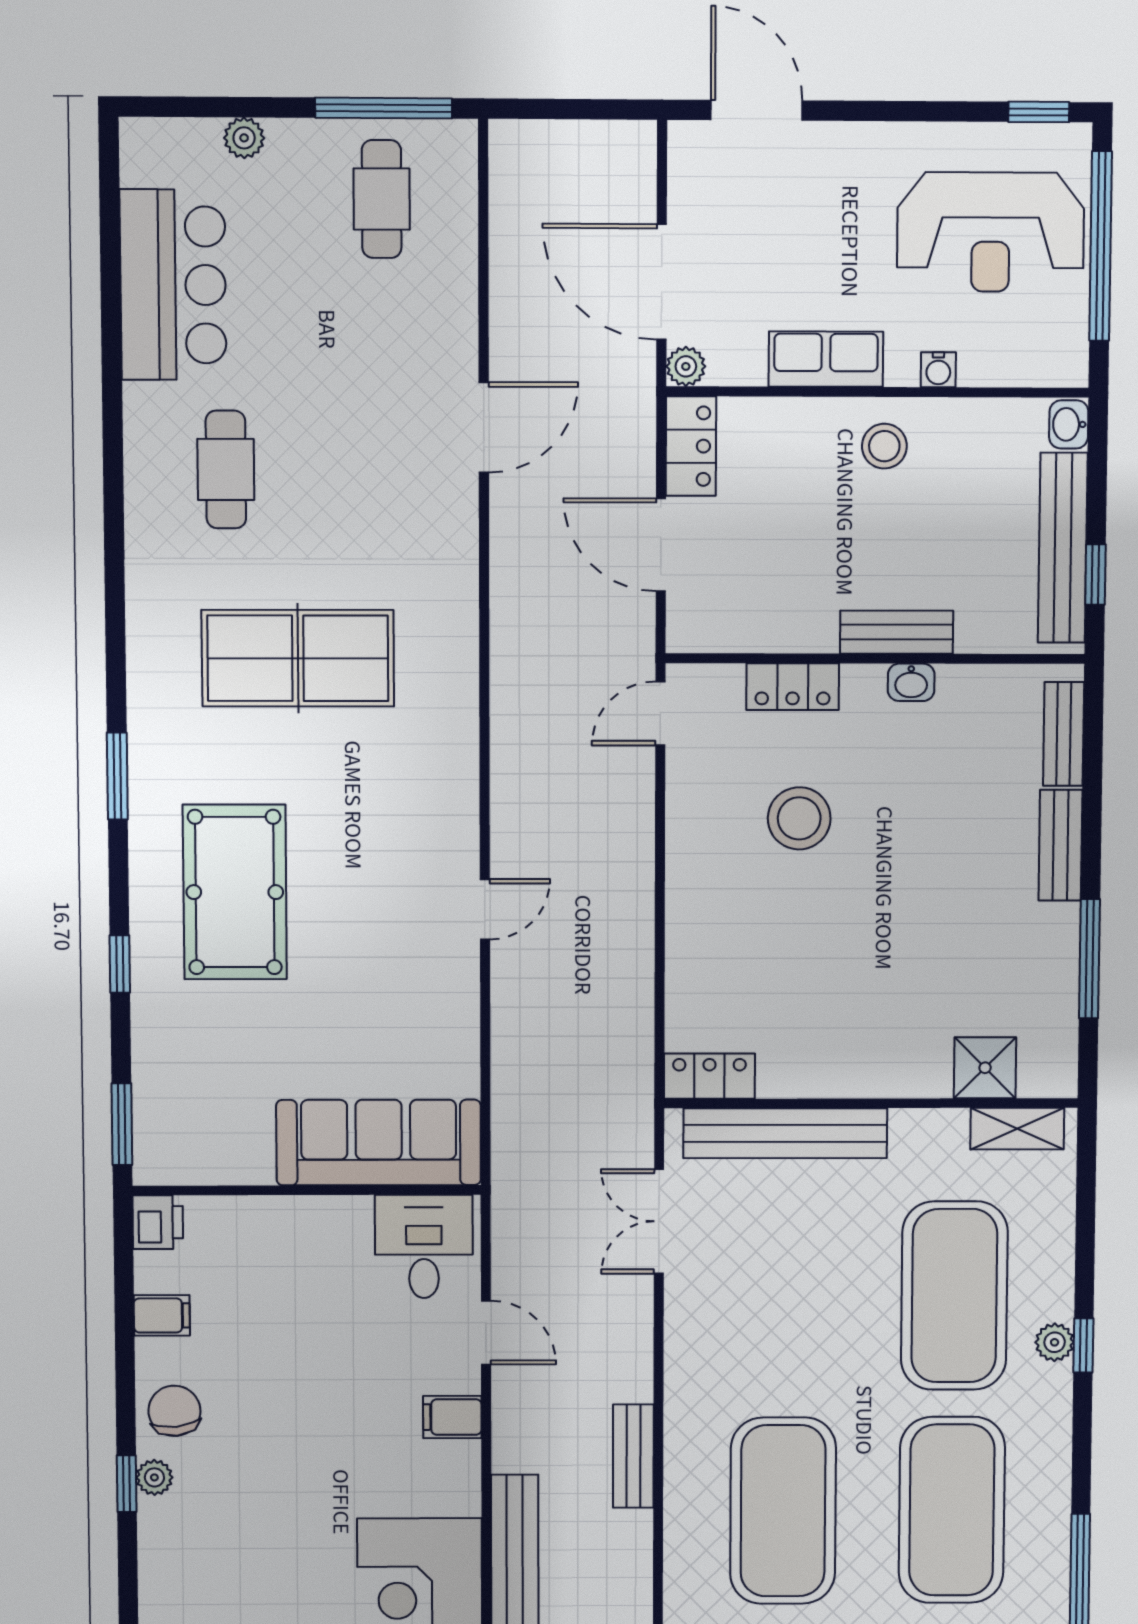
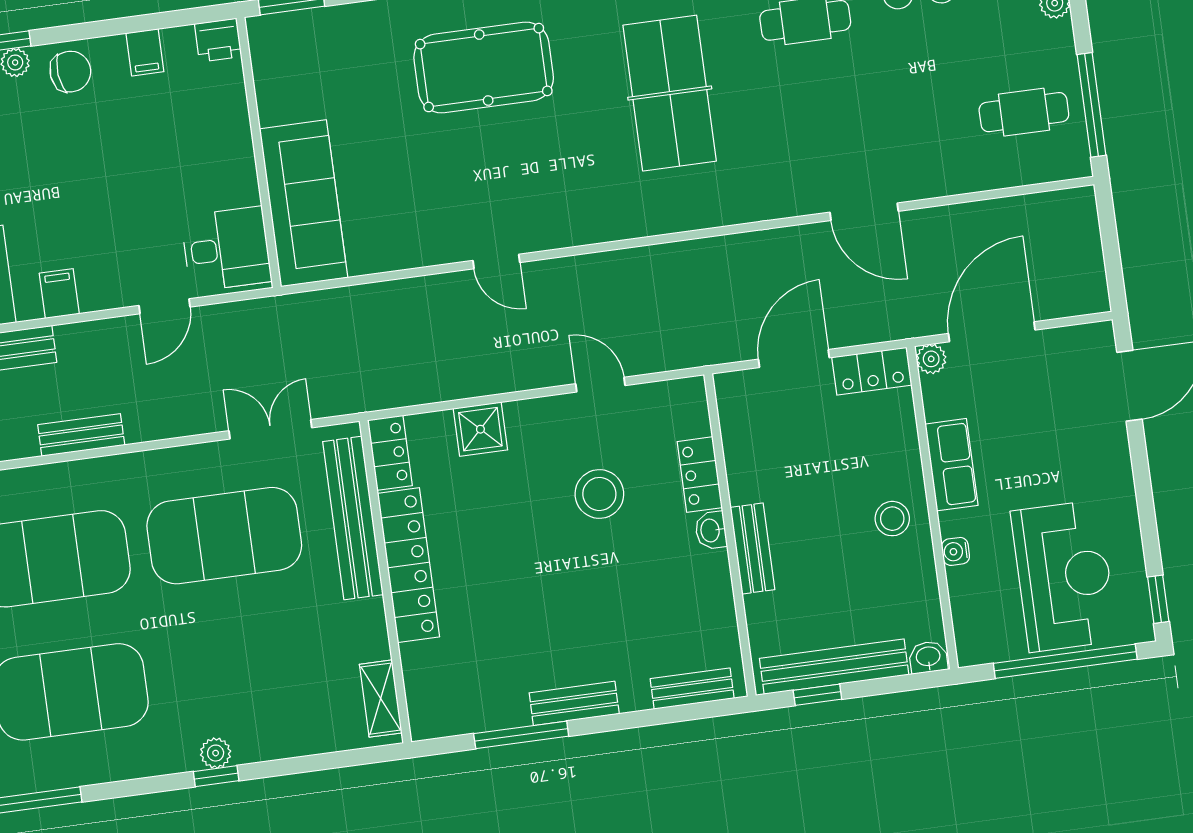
reception desk: (991, 232) -> (1064, 576), turned 180
washbasin: (911, 682) -> (711, 530), moved
door: (660, 713) -> (600, 385), moved
bench: (1060, 845) -> (574, 703), moved
shower: (985, 1068) -> (480, 429), moved
locker: (855, 1072) -> (408, 565), added
exercise mat: (954, 1296) -> (224, 536), moved
filing cabinet: (452, 1417) -> (59, 294), moved

